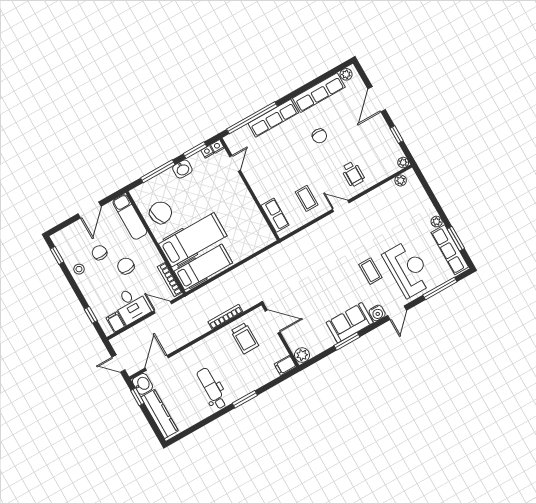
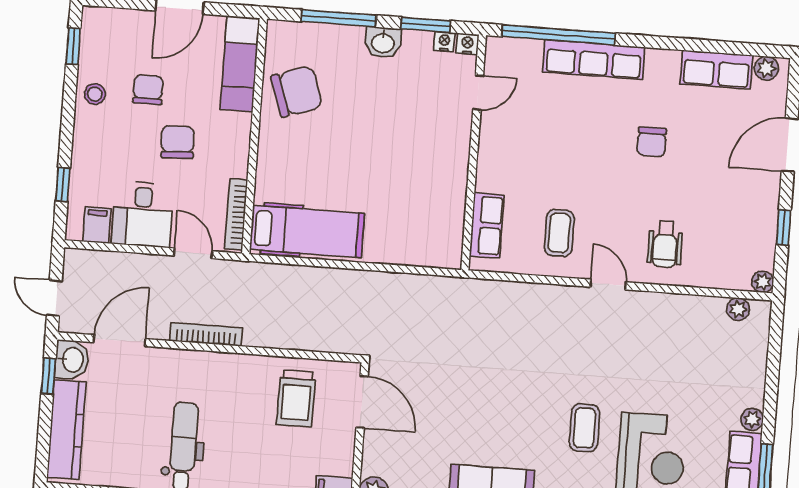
row of seats: (319, 93) -> (716, 70), width x0.68
hospital bed: (193, 240) -> (320, 174), removed
bookcase: (225, 317) -> (206, 334), moved

